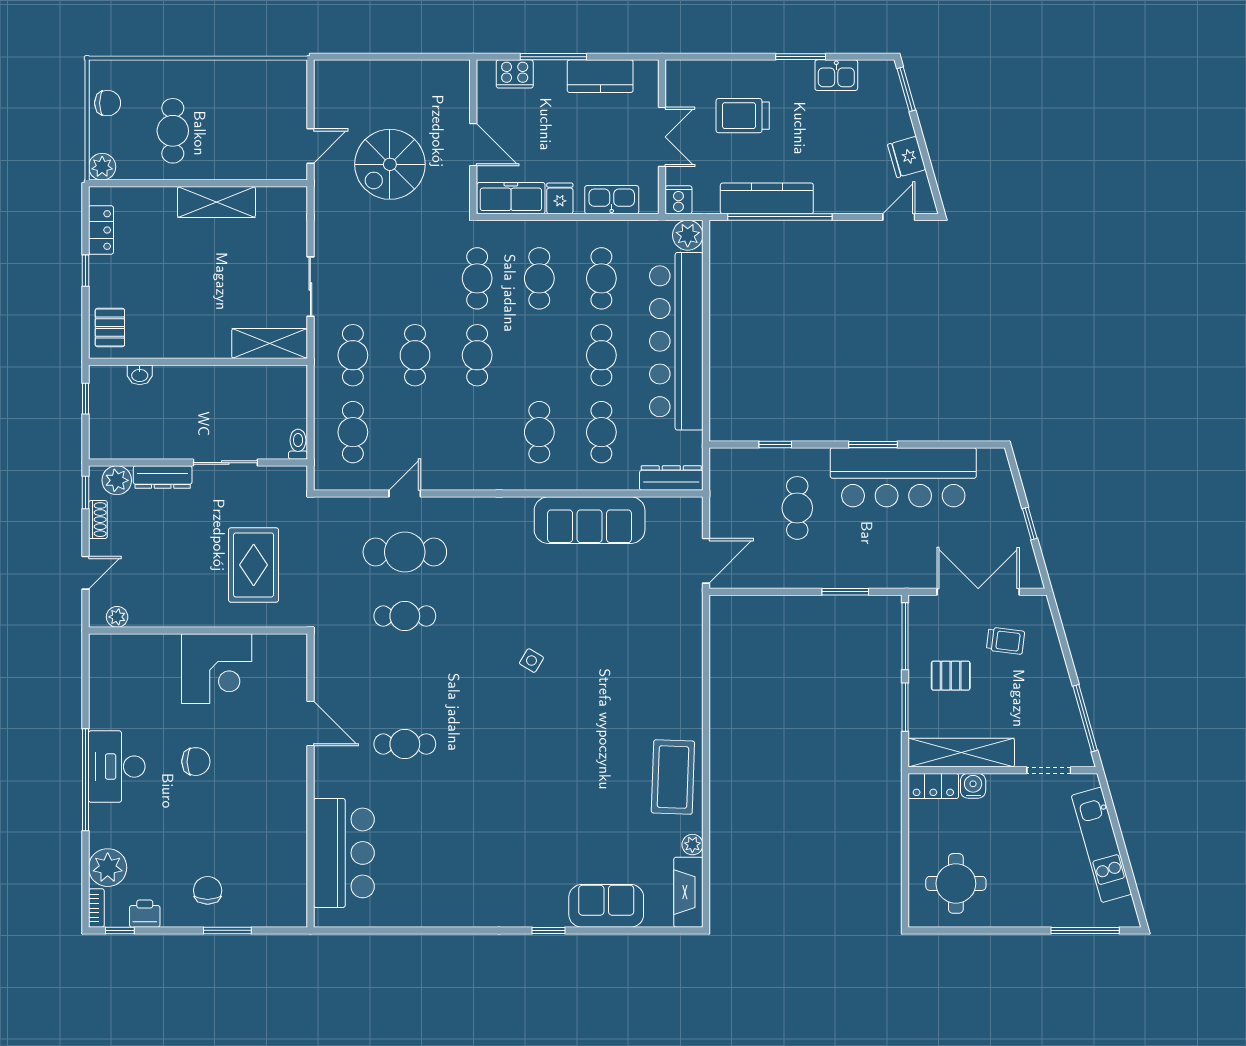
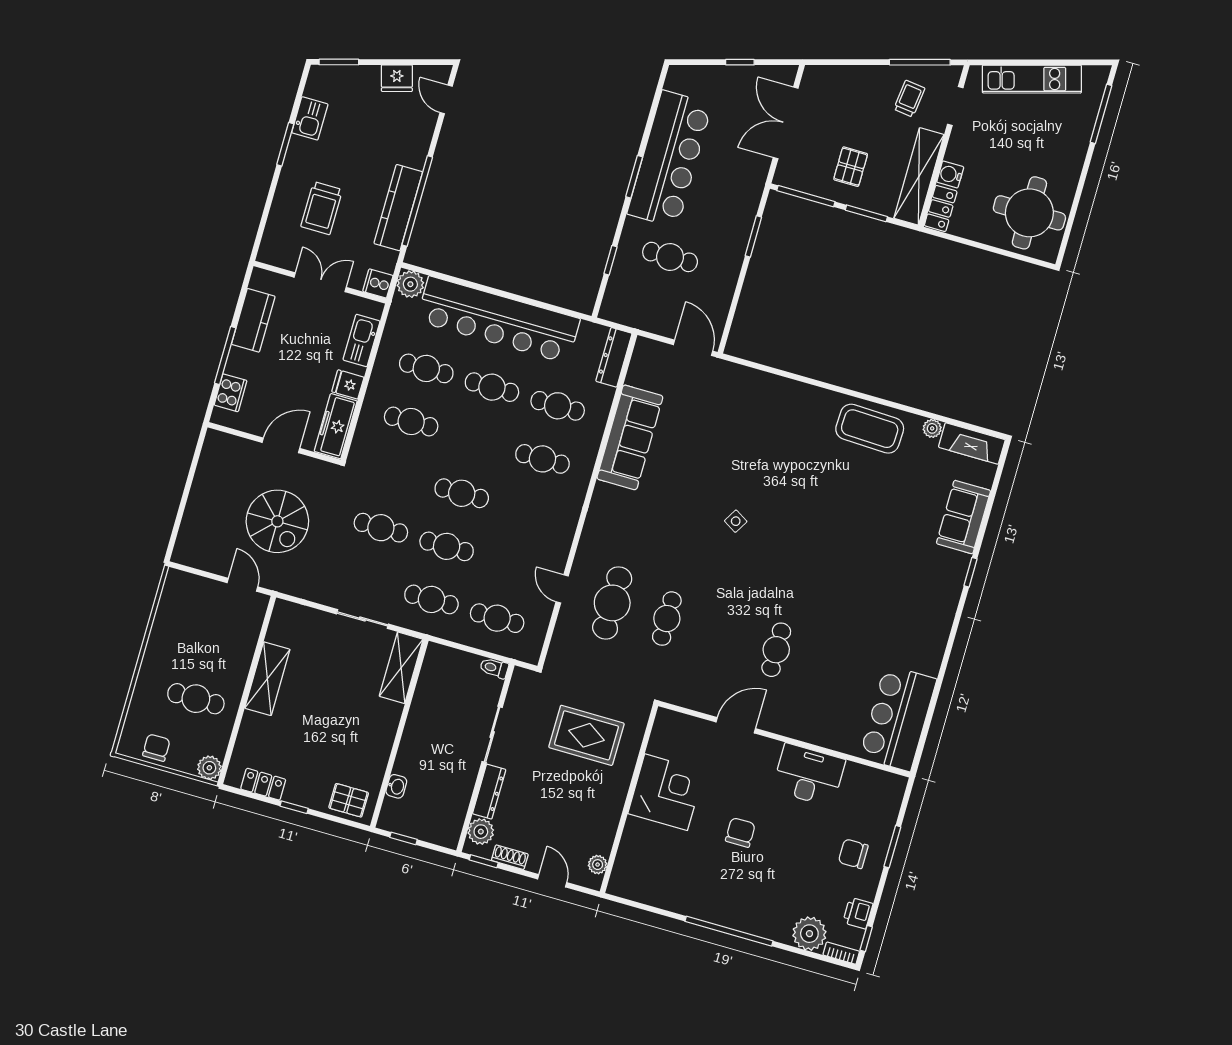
cafe table: (477, 278) -> (381, 528), moved
trolley: (1006, 641) -> (909, 99), moved
desk: (117, 767) -> (809, 775), moved, turned 180
bar counter: (344, 853) -> (898, 718), moved, turned -90
round table: (956, 883) -> (1029, 213), width x1.36, depth x1.36

